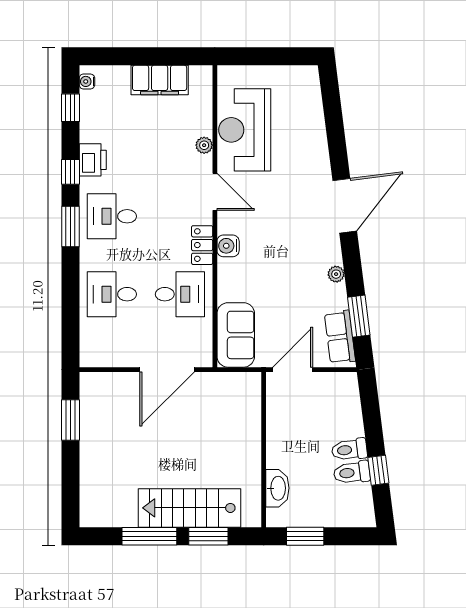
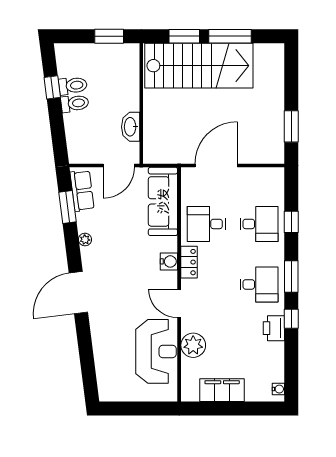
window: (70, 108) -> (291, 222), moved
plant: (204, 145) -> (193, 345), width x1.87, depth x1.87
sofa: (236, 335) -> (163, 201), width x1.36
washbasin: (277, 488) -> (131, 127), moved
stairs: (189, 508) -> (199, 66), width x1.36, depth x1.51

